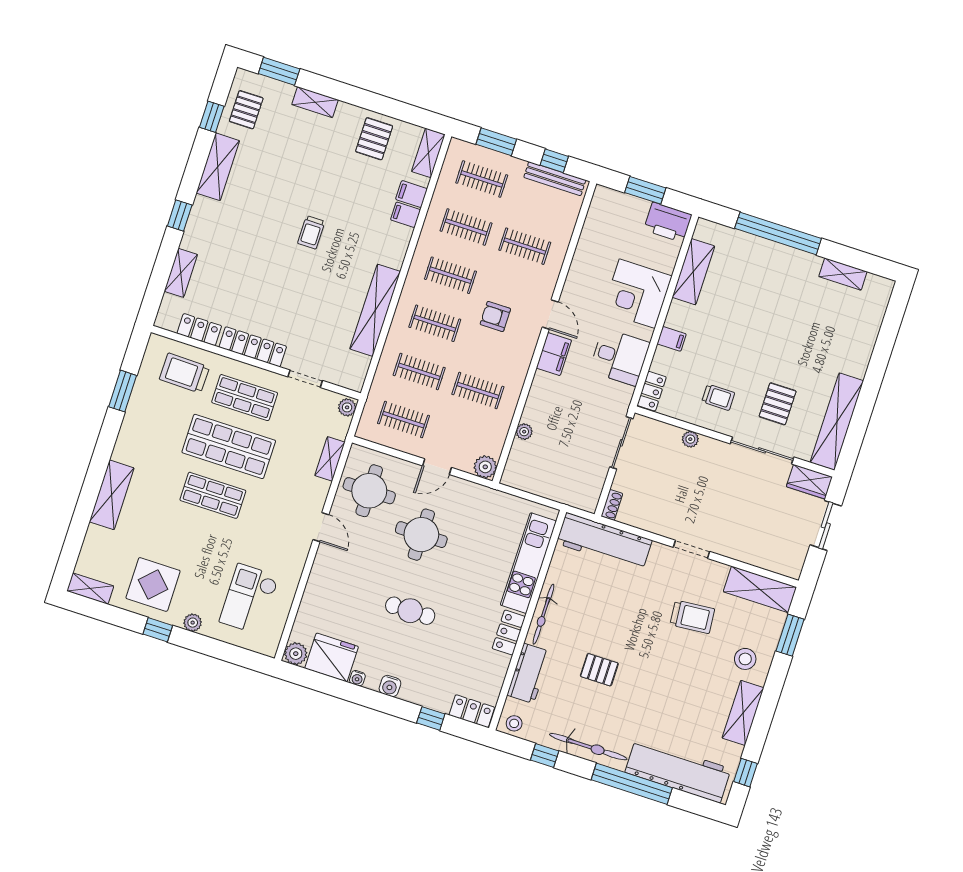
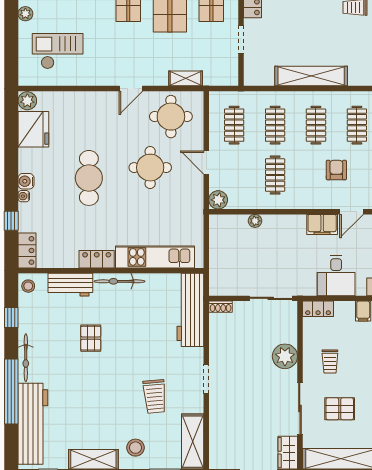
plant: (347, 407) -> (229, 79), removed
plant: (690, 439) -> (285, 356), width x1.88, depth x1.88
cafe table: (410, 611) -> (89, 178), width x1.37, depth x1.35
water cooler: (357, 678) -> (24, 196), moved
bicycle: (588, 747) -> (26, 358), width x0.73, depth x0.71

